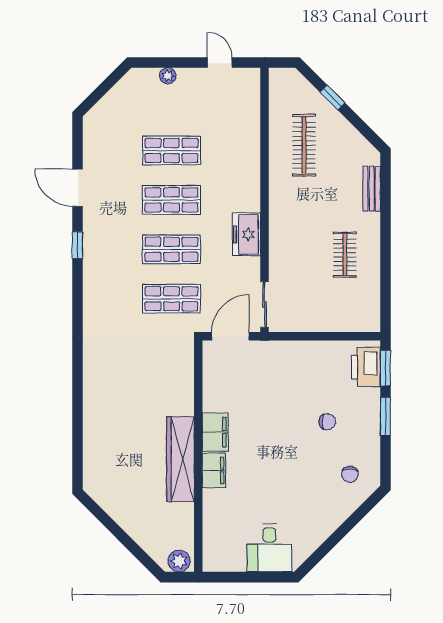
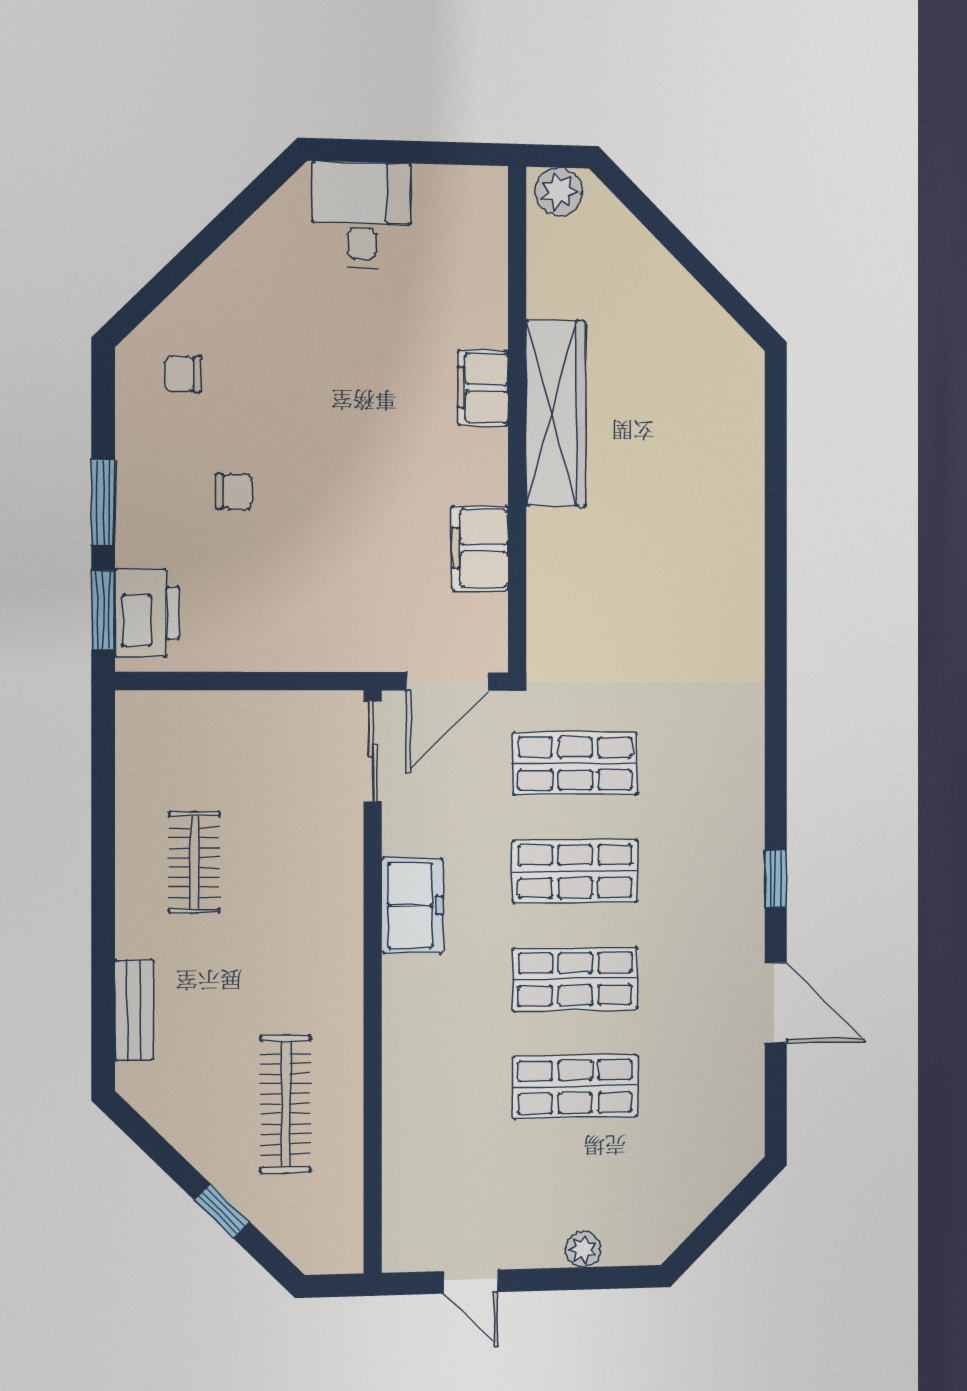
chair: (327, 422) -> (234, 492), turned 180
filing cabinet: (215, 432) -> (480, 548), moved
chair: (350, 474) -> (183, 374), turned -92

